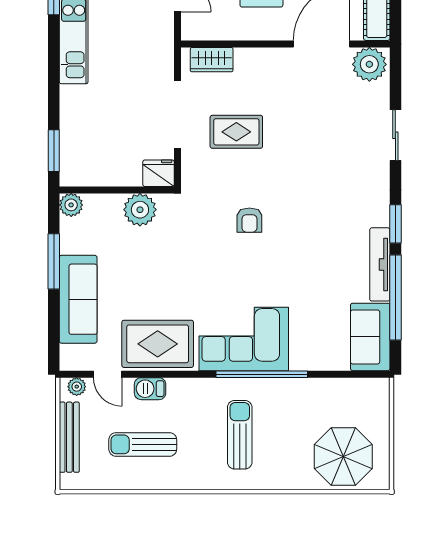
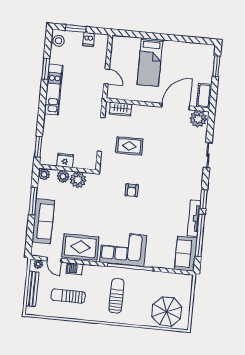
fridge: (158, 173) -> (65, 160), moved
plant: (109, 206) -> (63, 176), added

